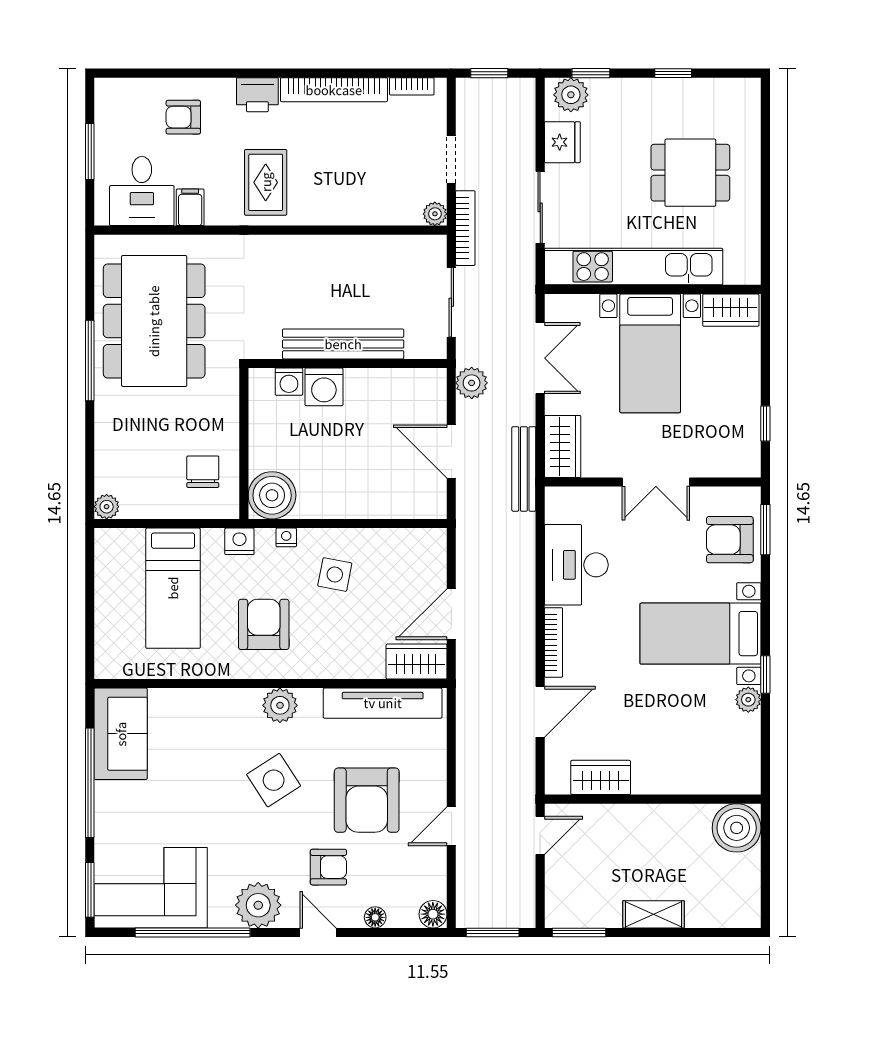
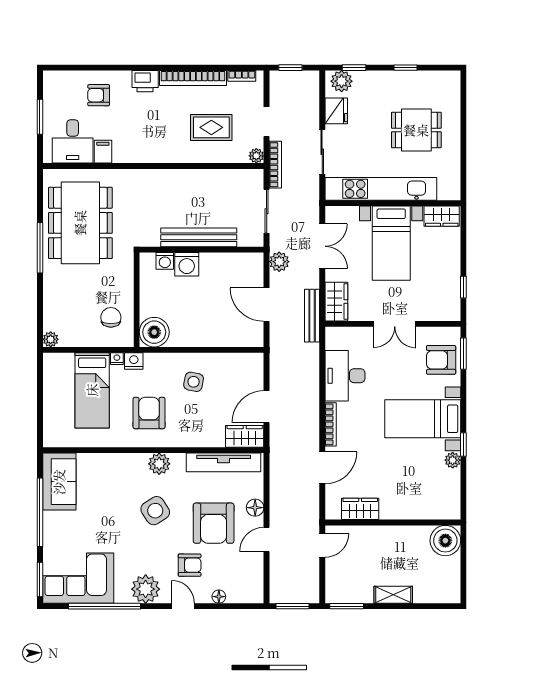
rug: (266, 182) -> (211, 127), moved, turned 90
nightstand: (286, 537) -> (117, 359), moved
floor lamp: (433, 914) -> (255, 508), moved

